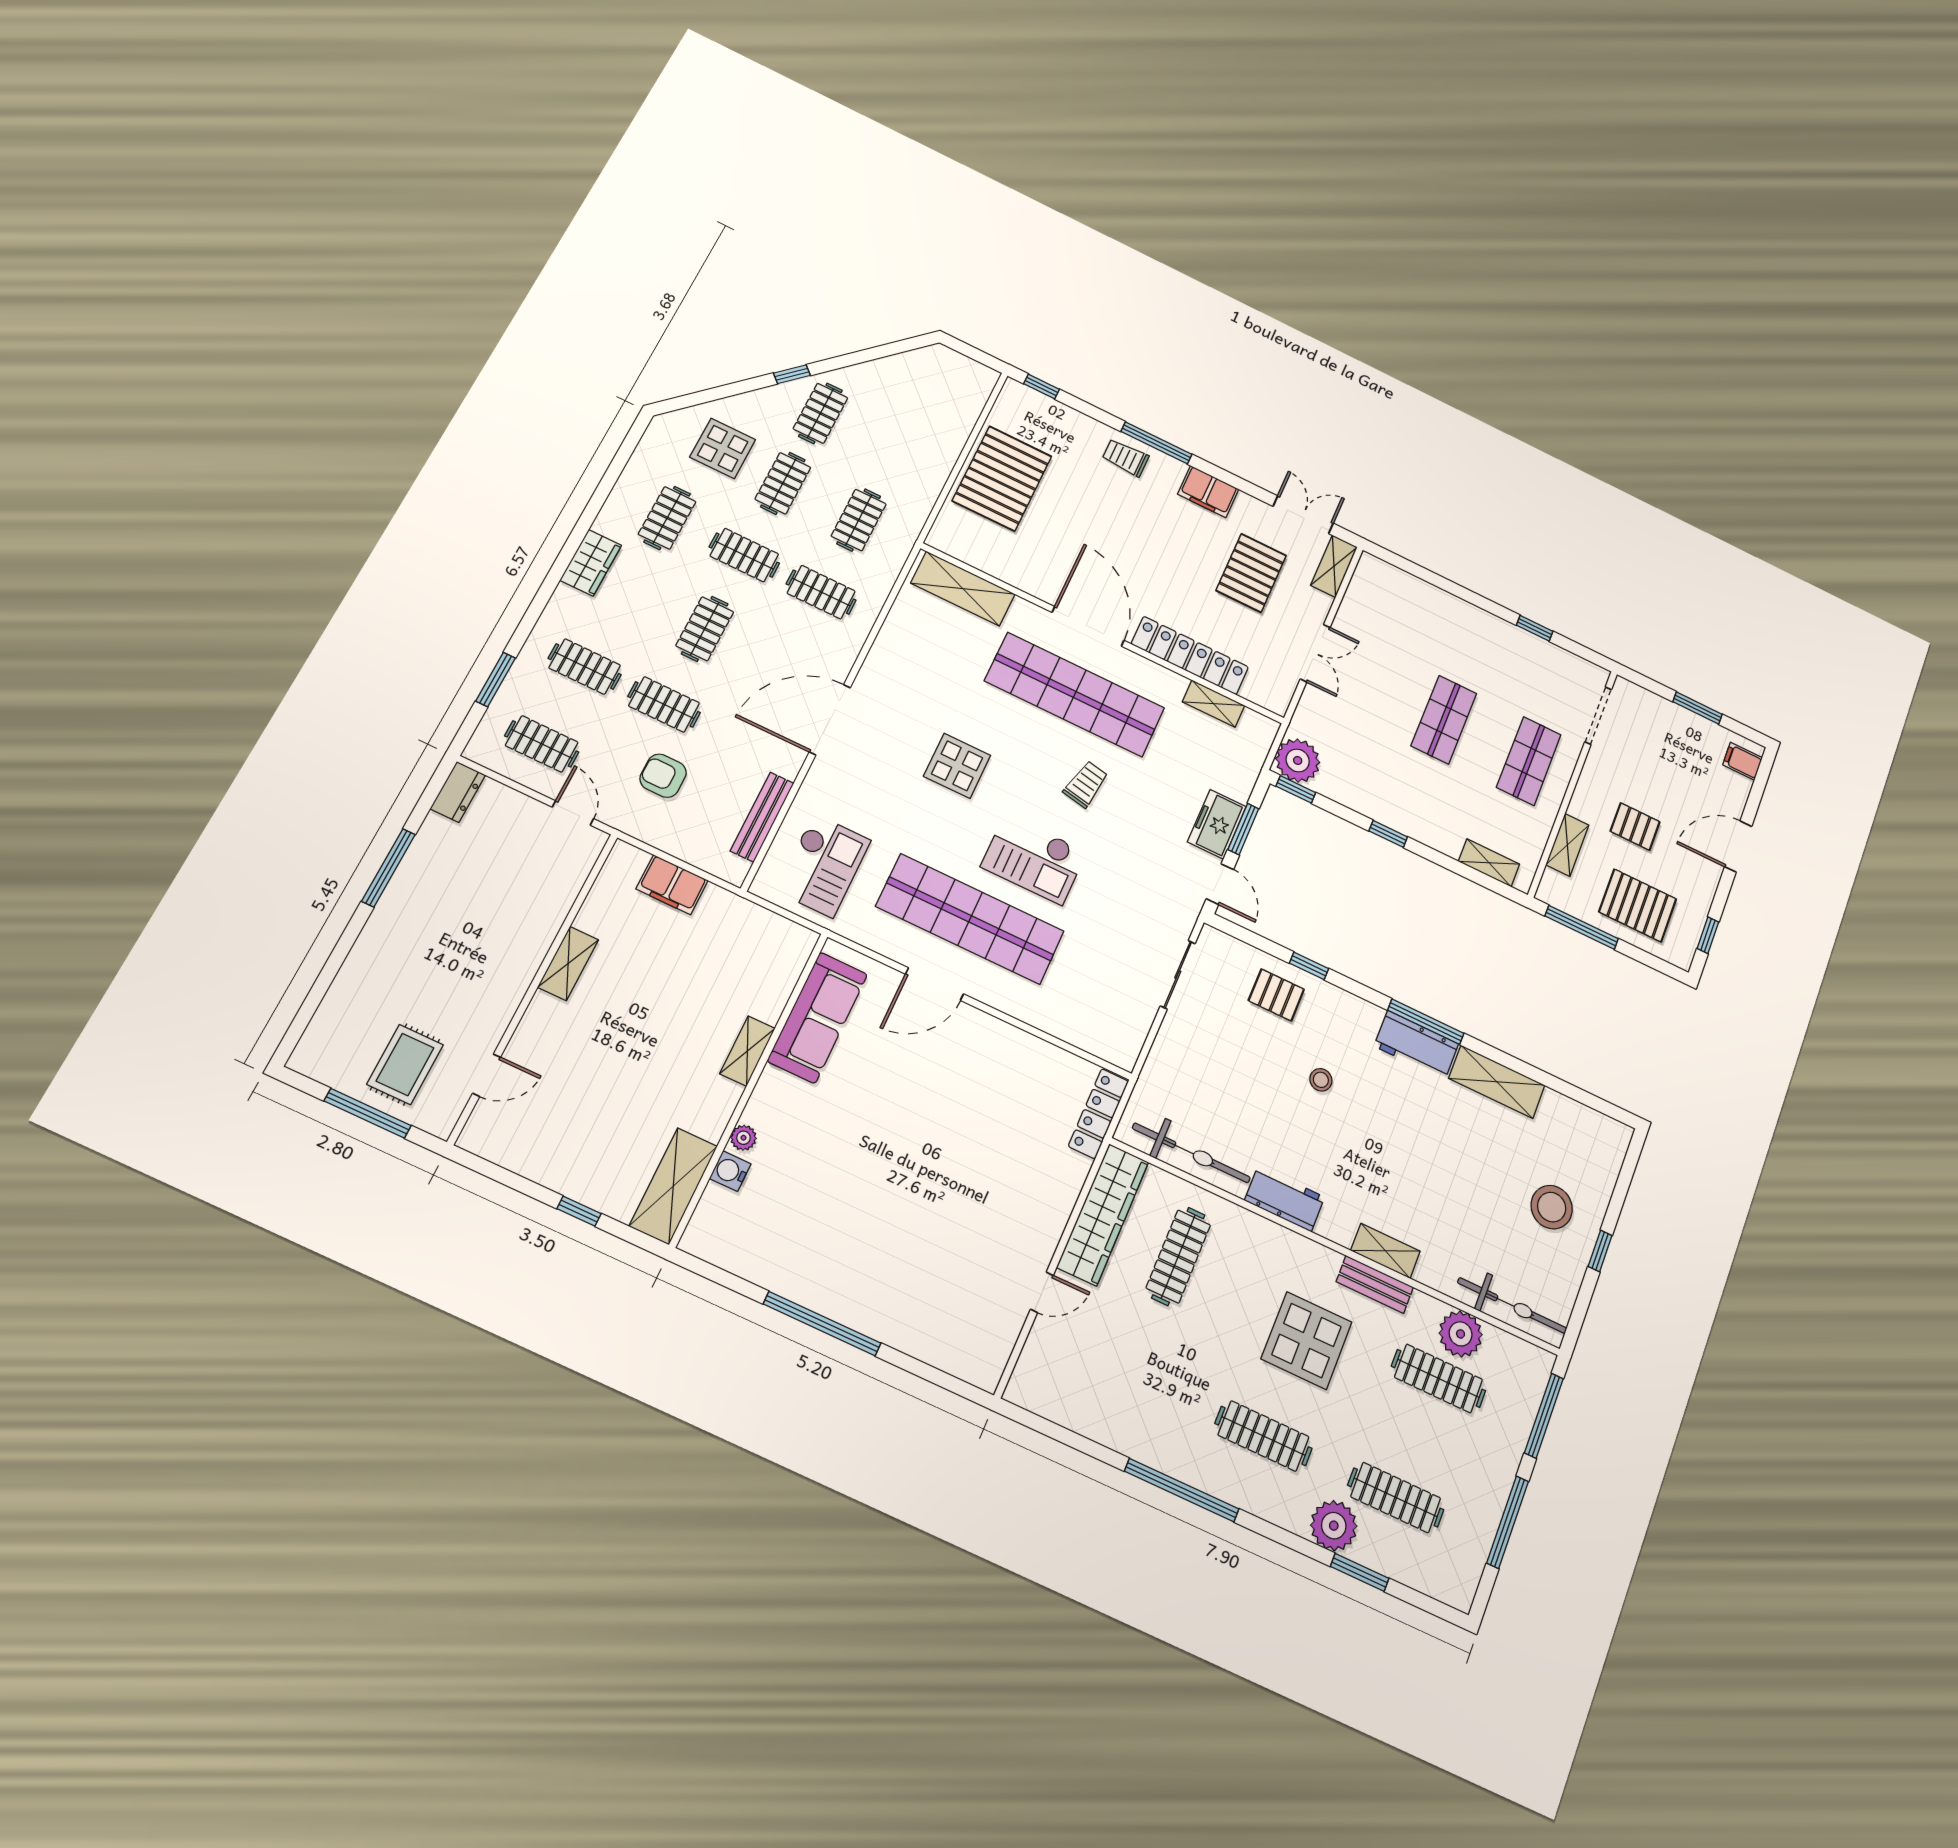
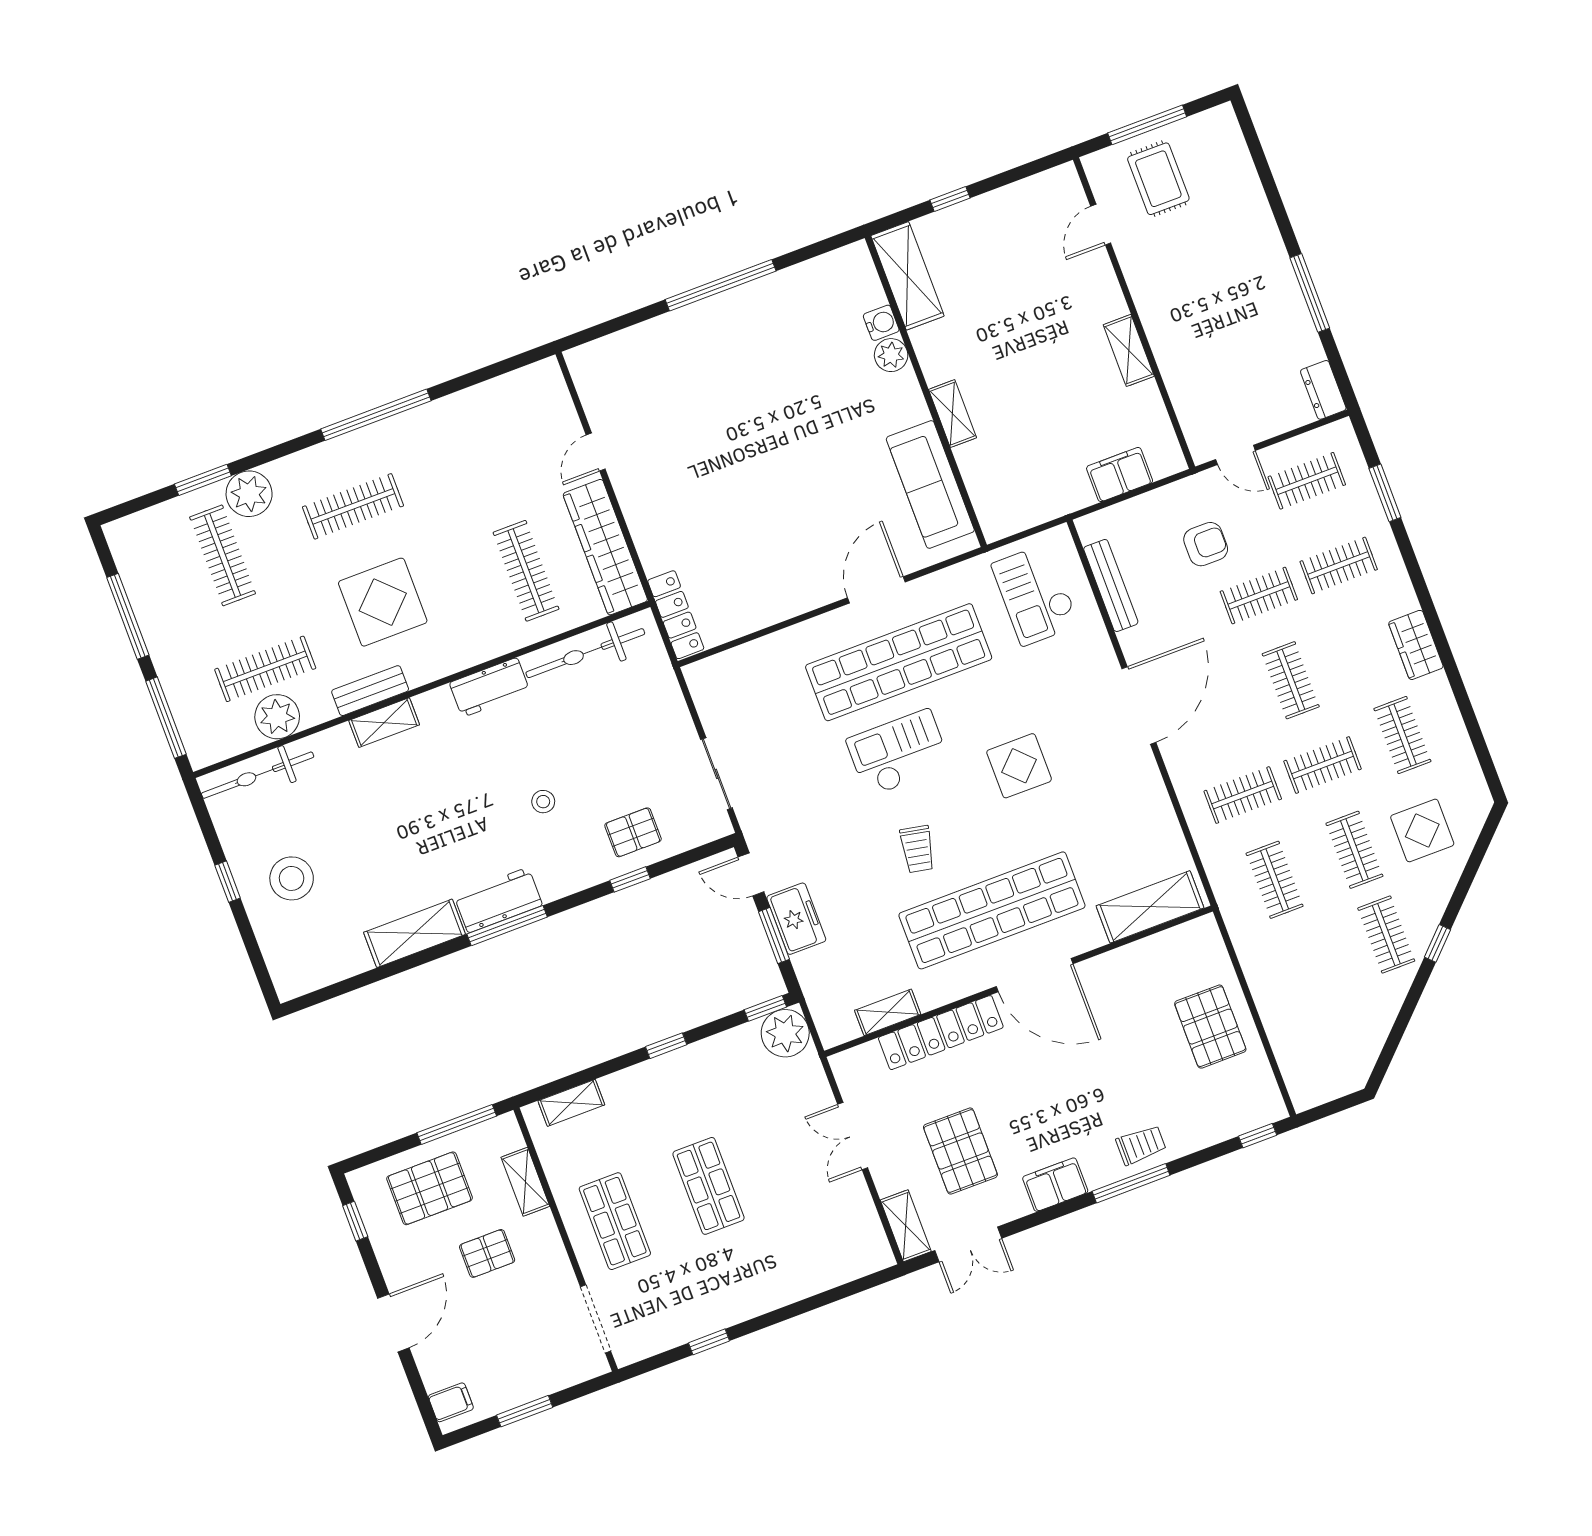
pallet: (1002, 478) -> (1210, 1027), width x0.73, depth x0.71
plant: (743, 1138) -> (891, 355), width x1.38, depth x1.38
clothes rail: (1396, 1497) -> (223, 555), turned 90

